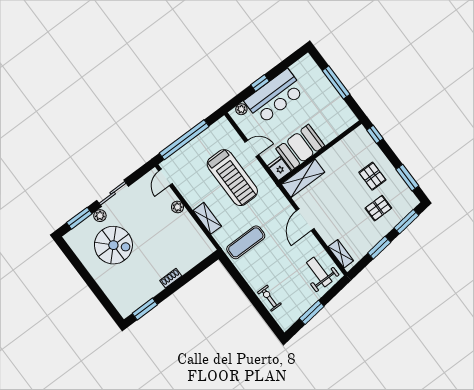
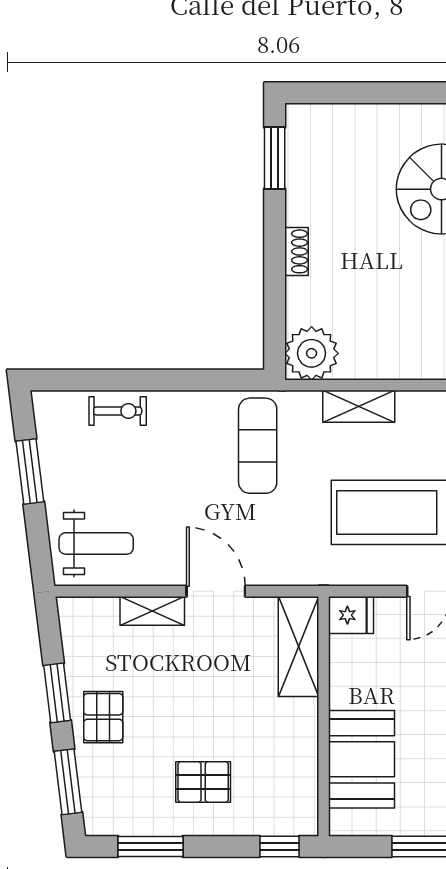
booth: (300, 147) -> (362, 759), moved
plant: (177, 207) -> (312, 353), moved, width x1.87, depth x1.87
pallet: (378, 208) -> (103, 717), moved
shelving: (341, 254) -> (152, 611), moved

